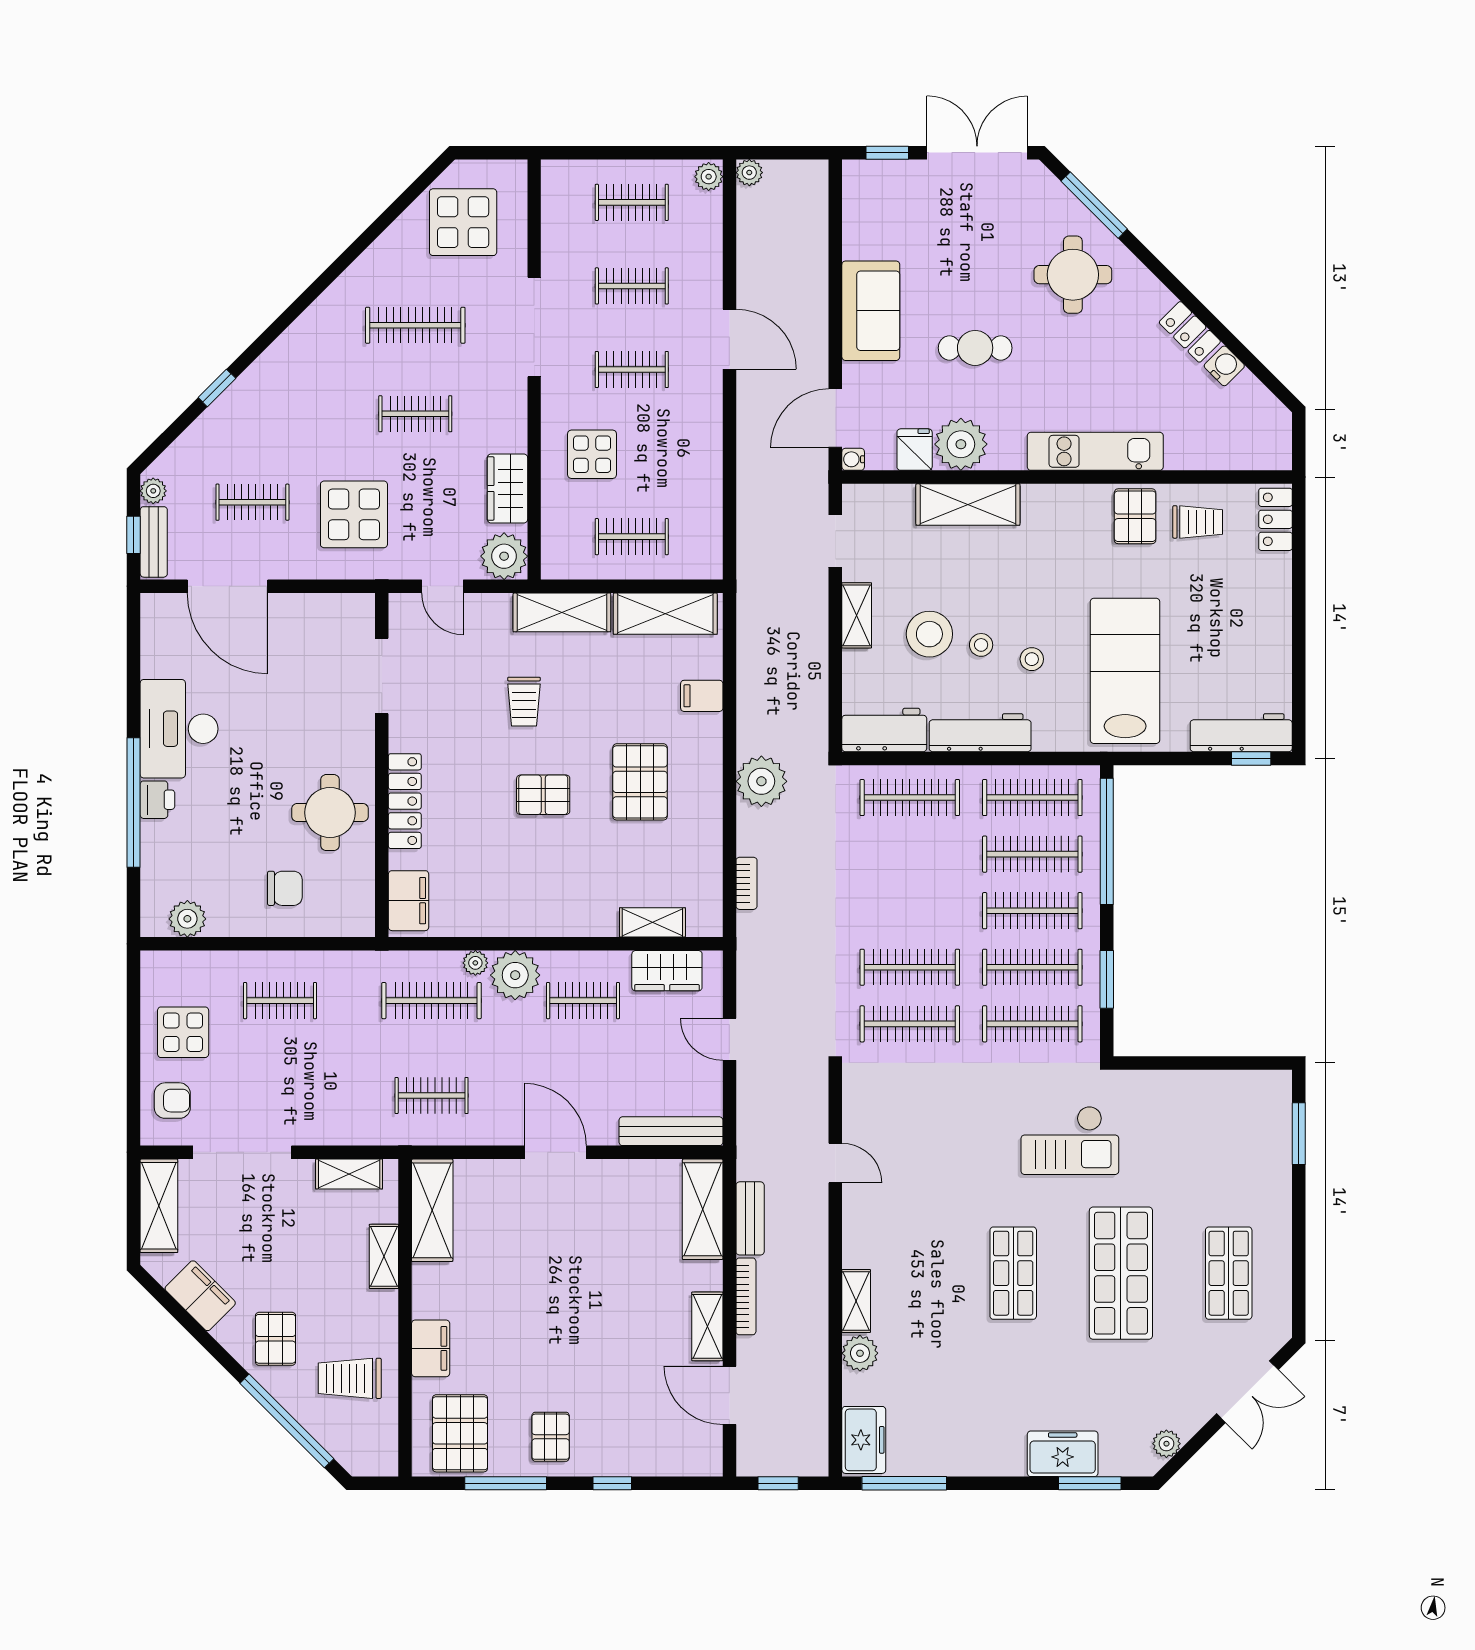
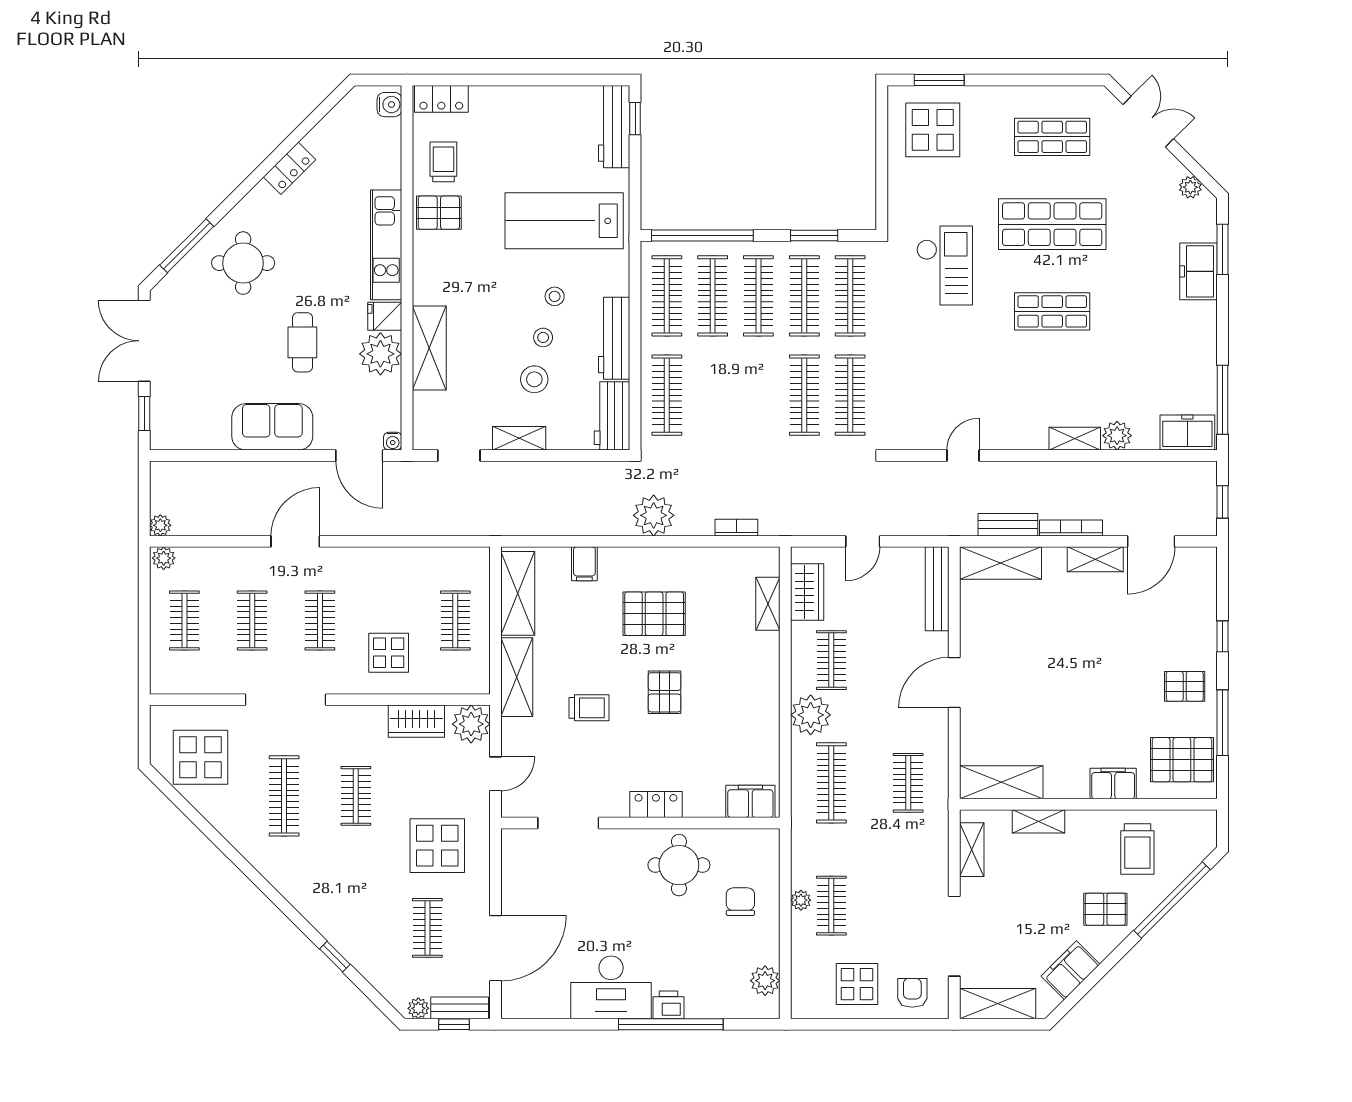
water cooler: (1224, 366) -> (389, 105), moved, turned 135
fridge: (915, 450) -> (385, 316), moved
stool: (929, 634) -> (534, 379), width x0.73, depth x0.73
locker: (405, 801) -> (656, 804), width x0.66
plant: (475, 963) -> (801, 900), moved
display table: (1237, 1126) -> (933, 130), added

